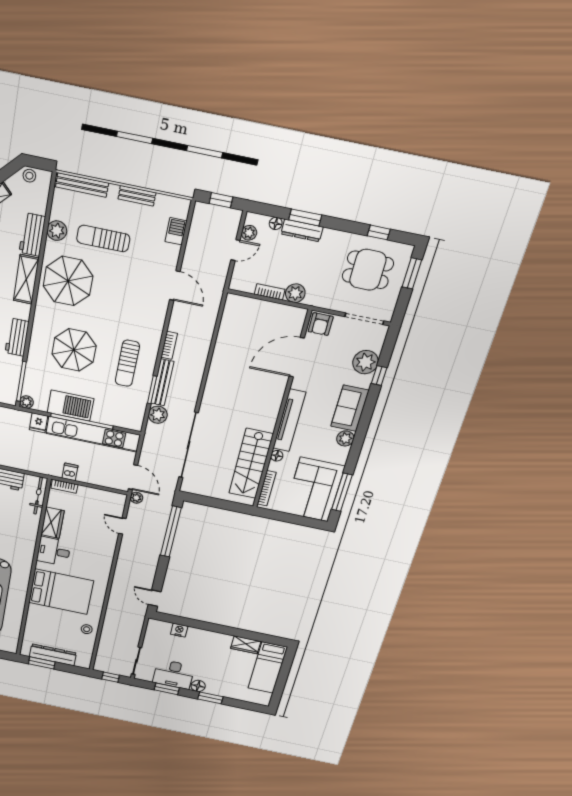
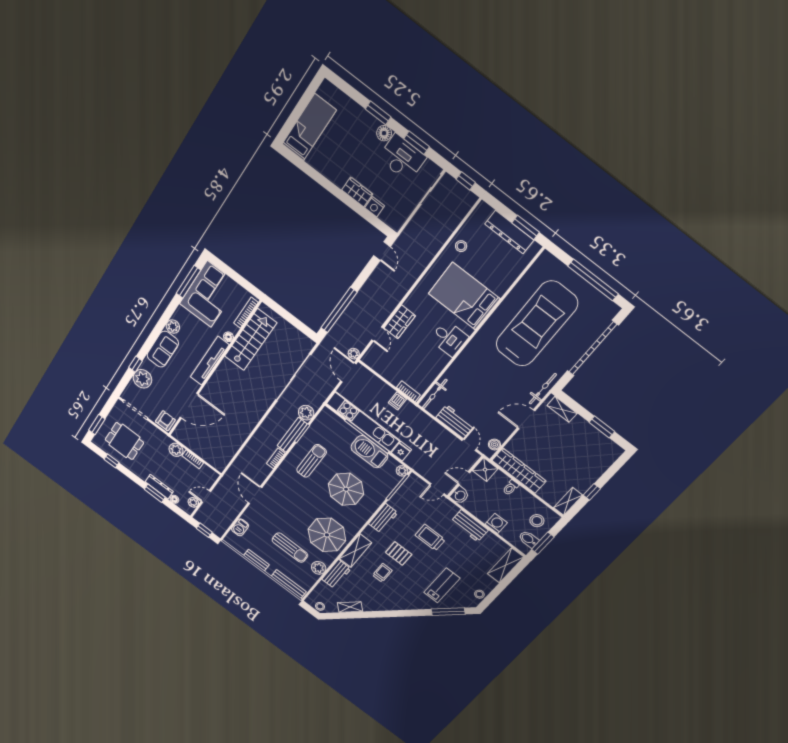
wardrobe: (53, 523) -> (400, 322), moved, turned 180
wardrobe: (246, 645) -> (357, 192), moved

